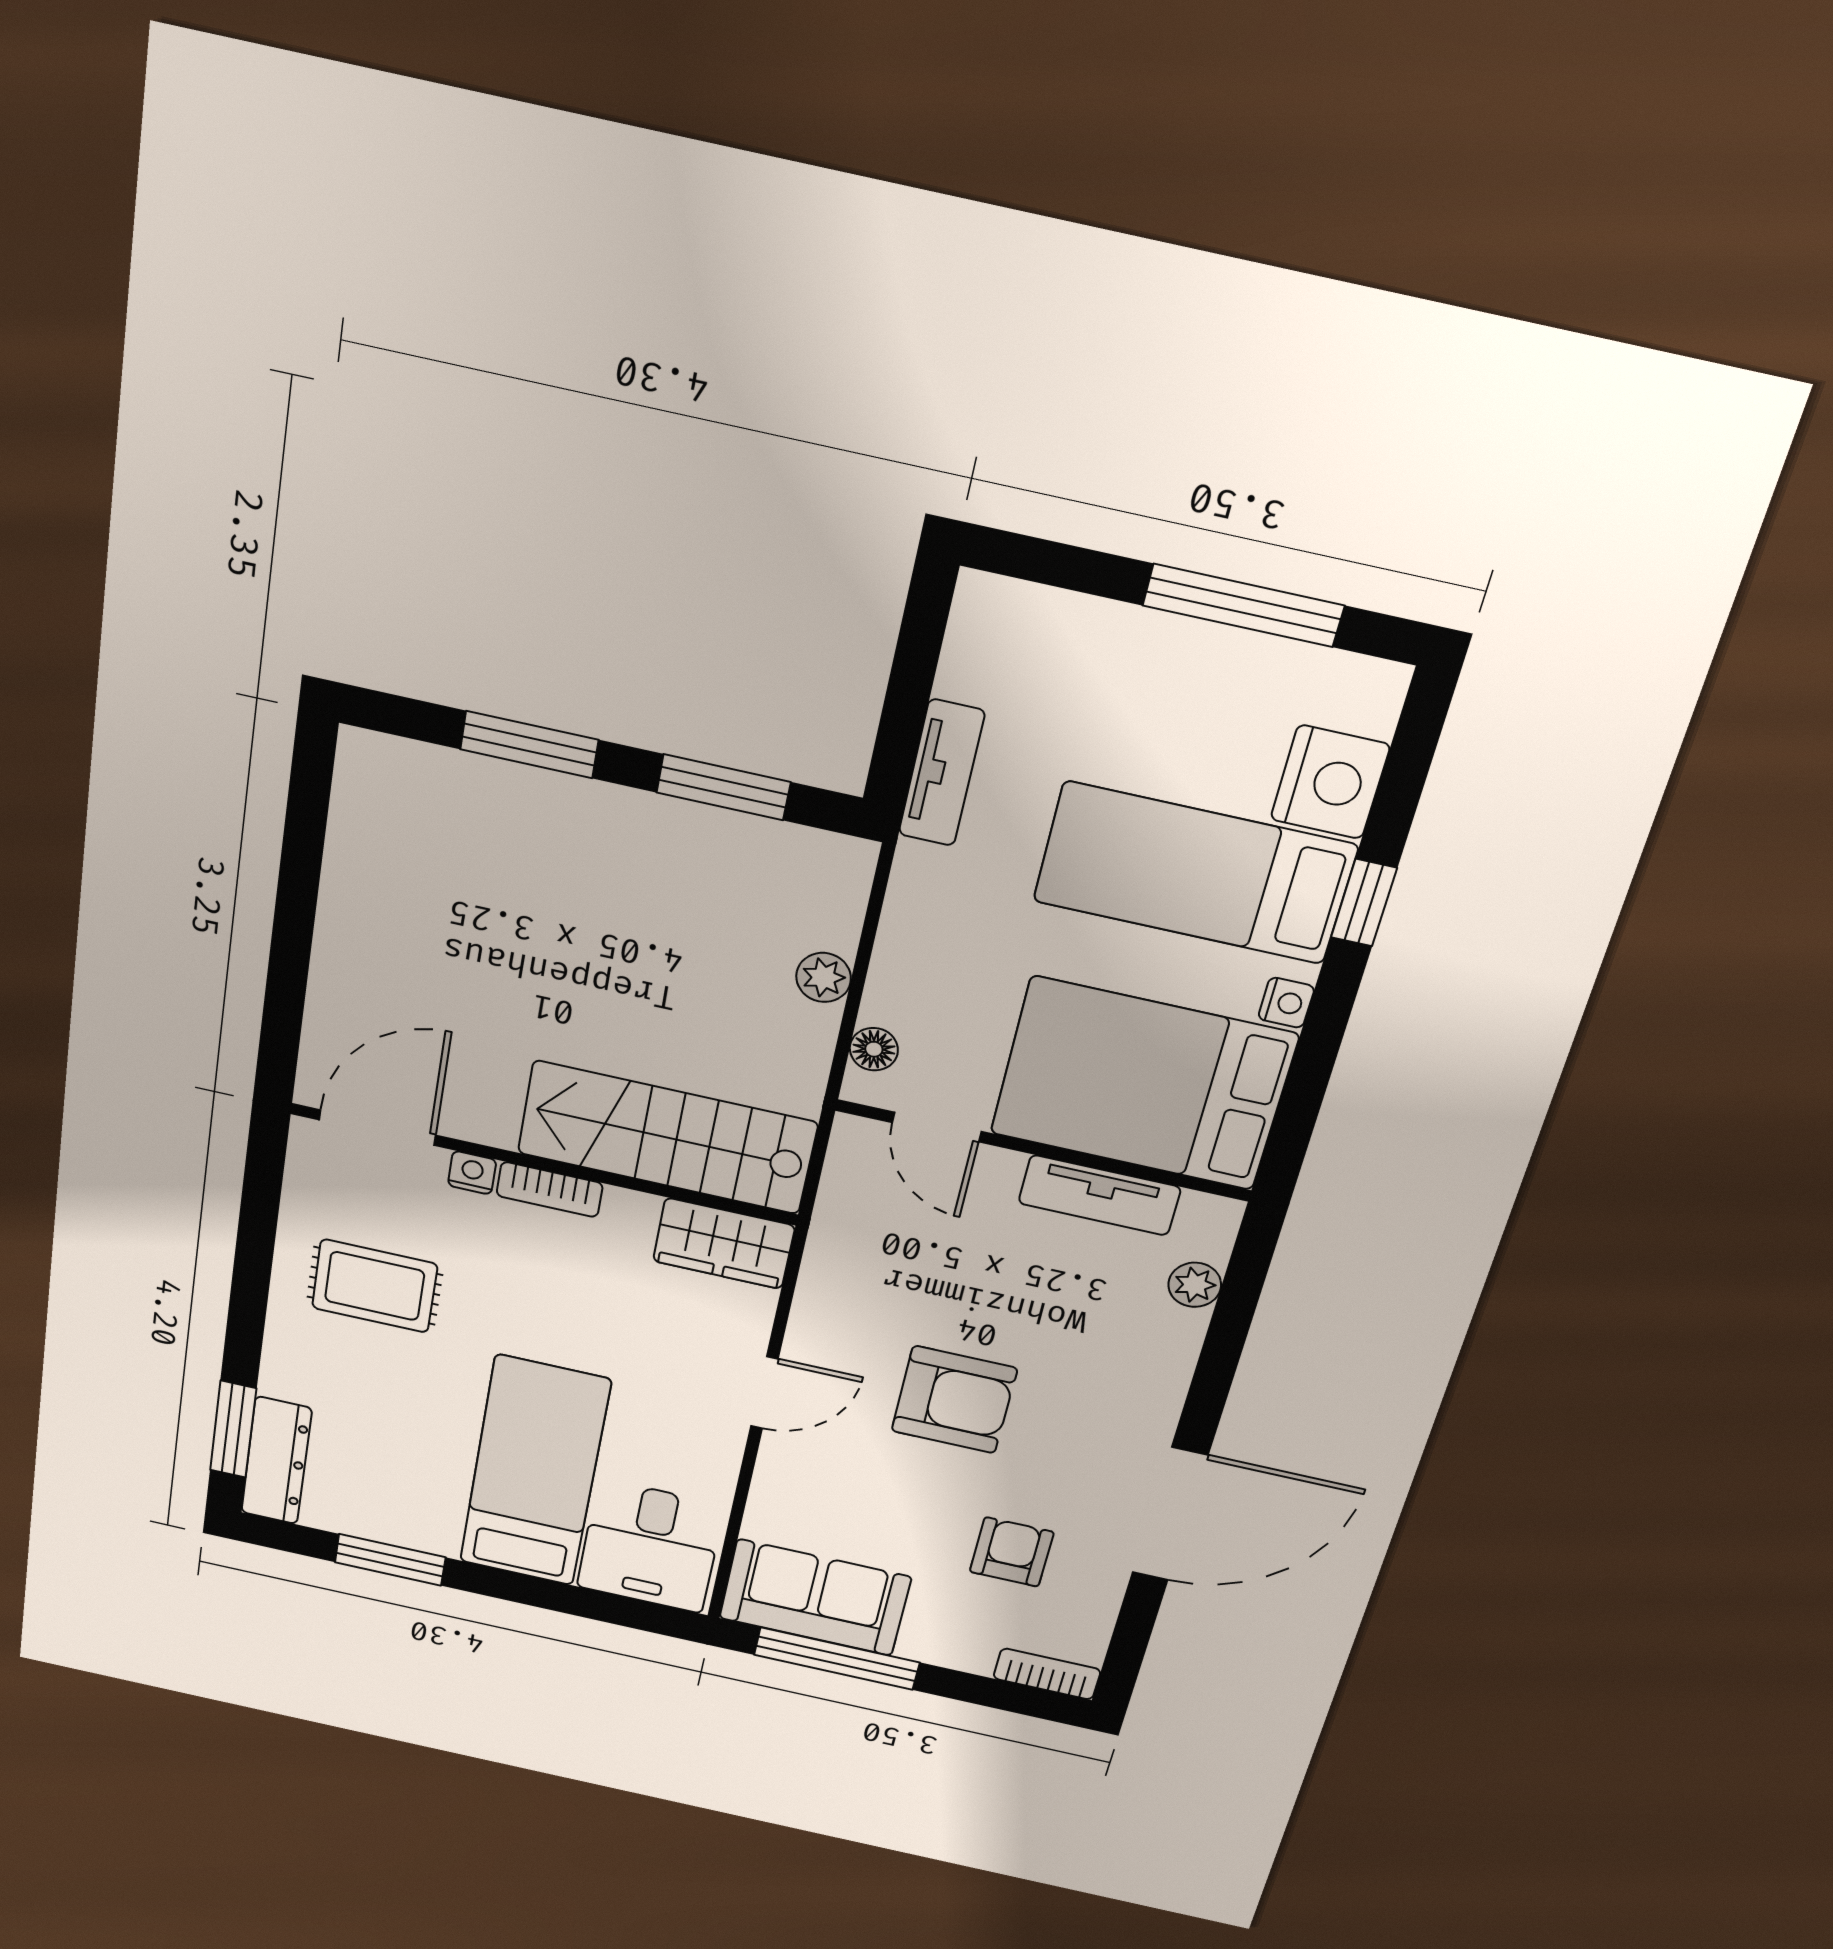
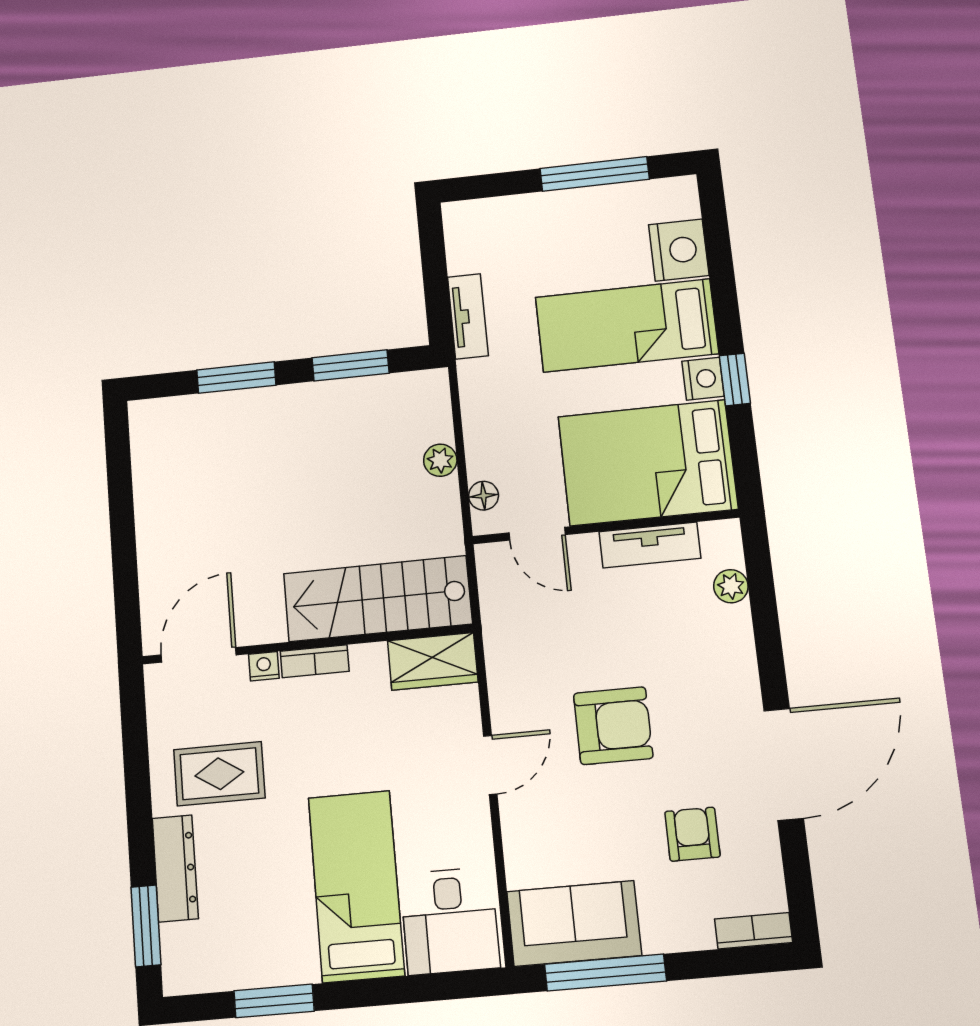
window: (1364, 903) -> (735, 380), moved
nightstand: (1286, 1003) -> (703, 379), width x1.39, depth x1.35
dresser: (276, 1461) -> (175, 868), moved

